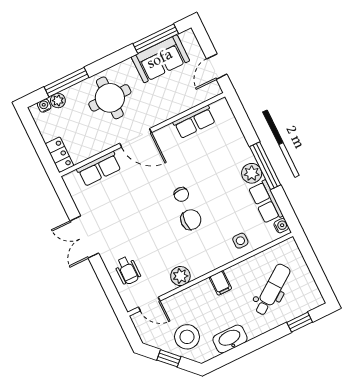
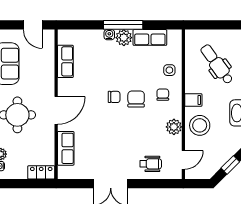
water cooler: (281, 226) -> (109, 35), moved
chair: (210, 247) -> (163, 95), added
stool: (187, 337) -> (200, 125), moved

